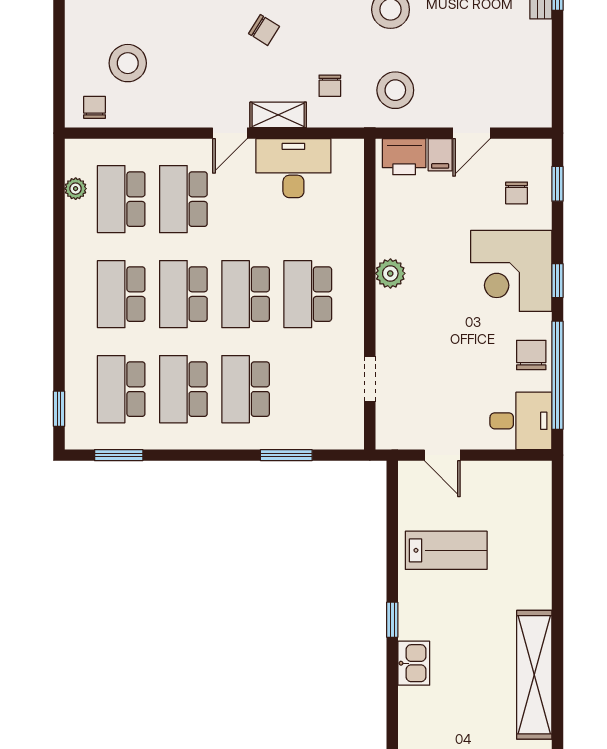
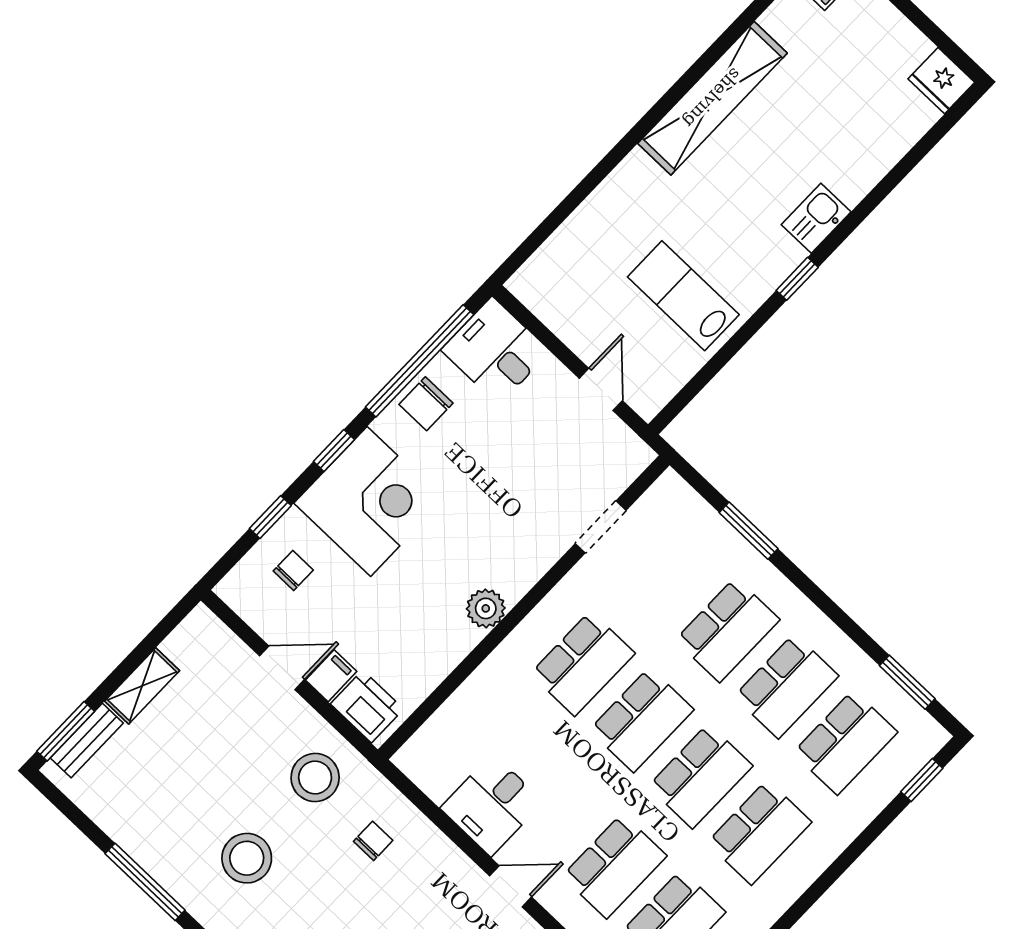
shelving: (278, 115) -> (142, 686), moved, turned 90
desk: (293, 168) -> (492, 805), width x0.73
window: (557, 184) -> (270, 517), moved

